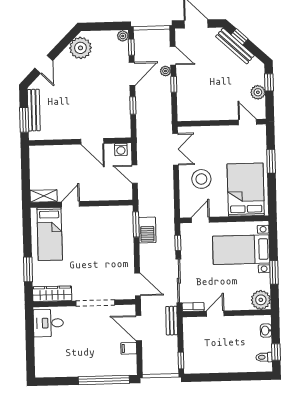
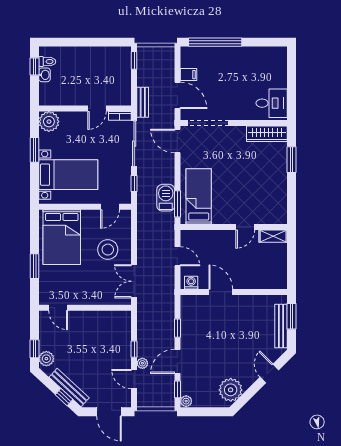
plant: (258, 92) -> (46, 359), moved
bed: (50, 234) -> (199, 196), moved
doorway: (95, 303) -> (208, 123), moved
washbasin: (266, 331) -> (44, 75), moved

